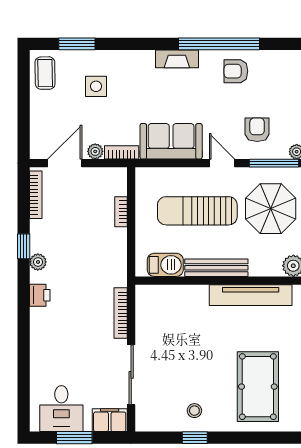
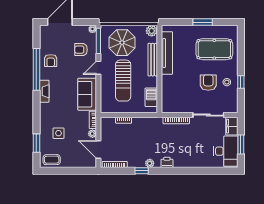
bench: (216, 268) -> (153, 60), moved
armchair: (193, 375) -> (208, 83), added
desk: (61, 409) -> (226, 151), width x1.37

